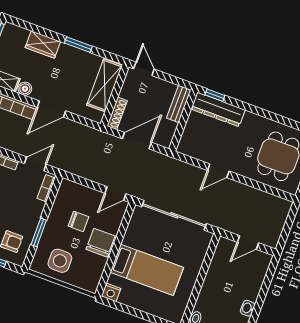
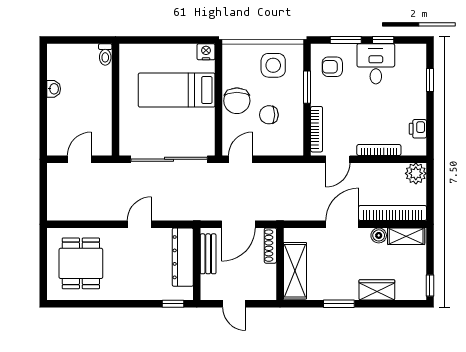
door: (144, 69) -> (234, 304), moved
bench: (179, 104) -> (208, 254), moved
dresser: (218, 109) -> (183, 257), moved, turned -90
bookcase: (46, 188) -> (317, 129), width x1.56

